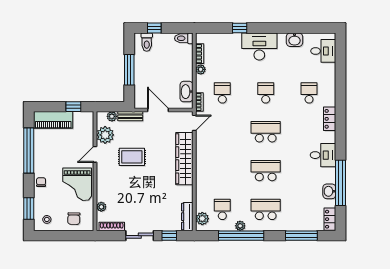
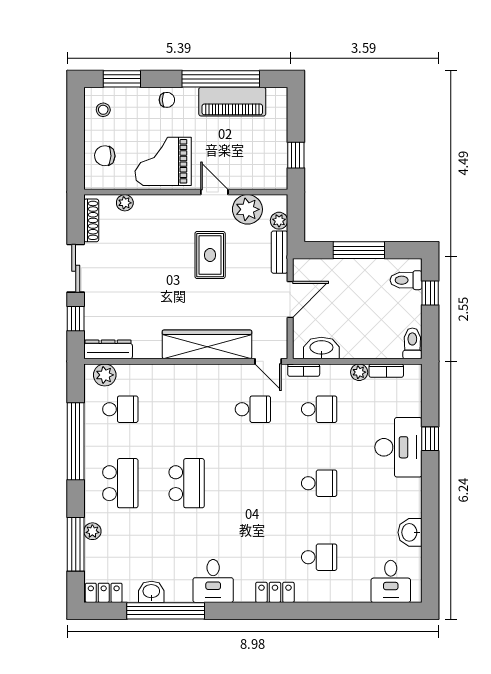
desk: (259, 47) -> (398, 447), moved
piano: (53, 120) -> (232, 102), moved, turned -90
school desk: (266, 132) -> (253, 409), moved, width x0.54
plant: (240, 226) -> (92, 531), moved

